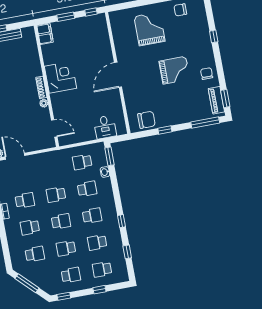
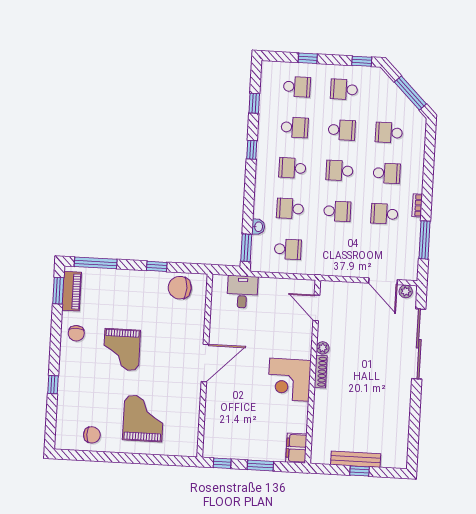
grand piano: (149, 29) -> (143, 418), turned 180
grand piano: (174, 70) -> (122, 350), turned -90

